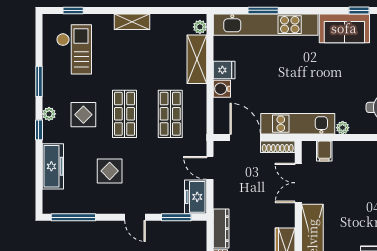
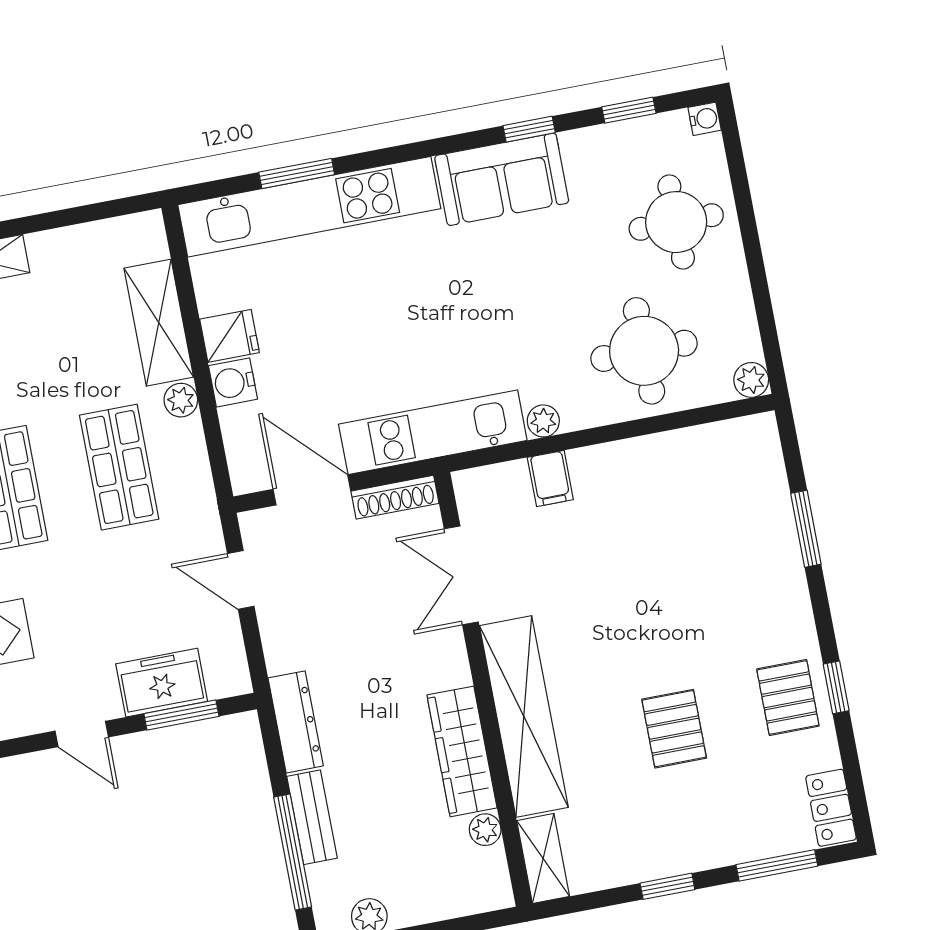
plant: (200, 27) -> (181, 400), moved
filing cabinet: (324, 151) -> (550, 478), moved
freezer: (196, 197) -> (162, 683), moved, turned 90

